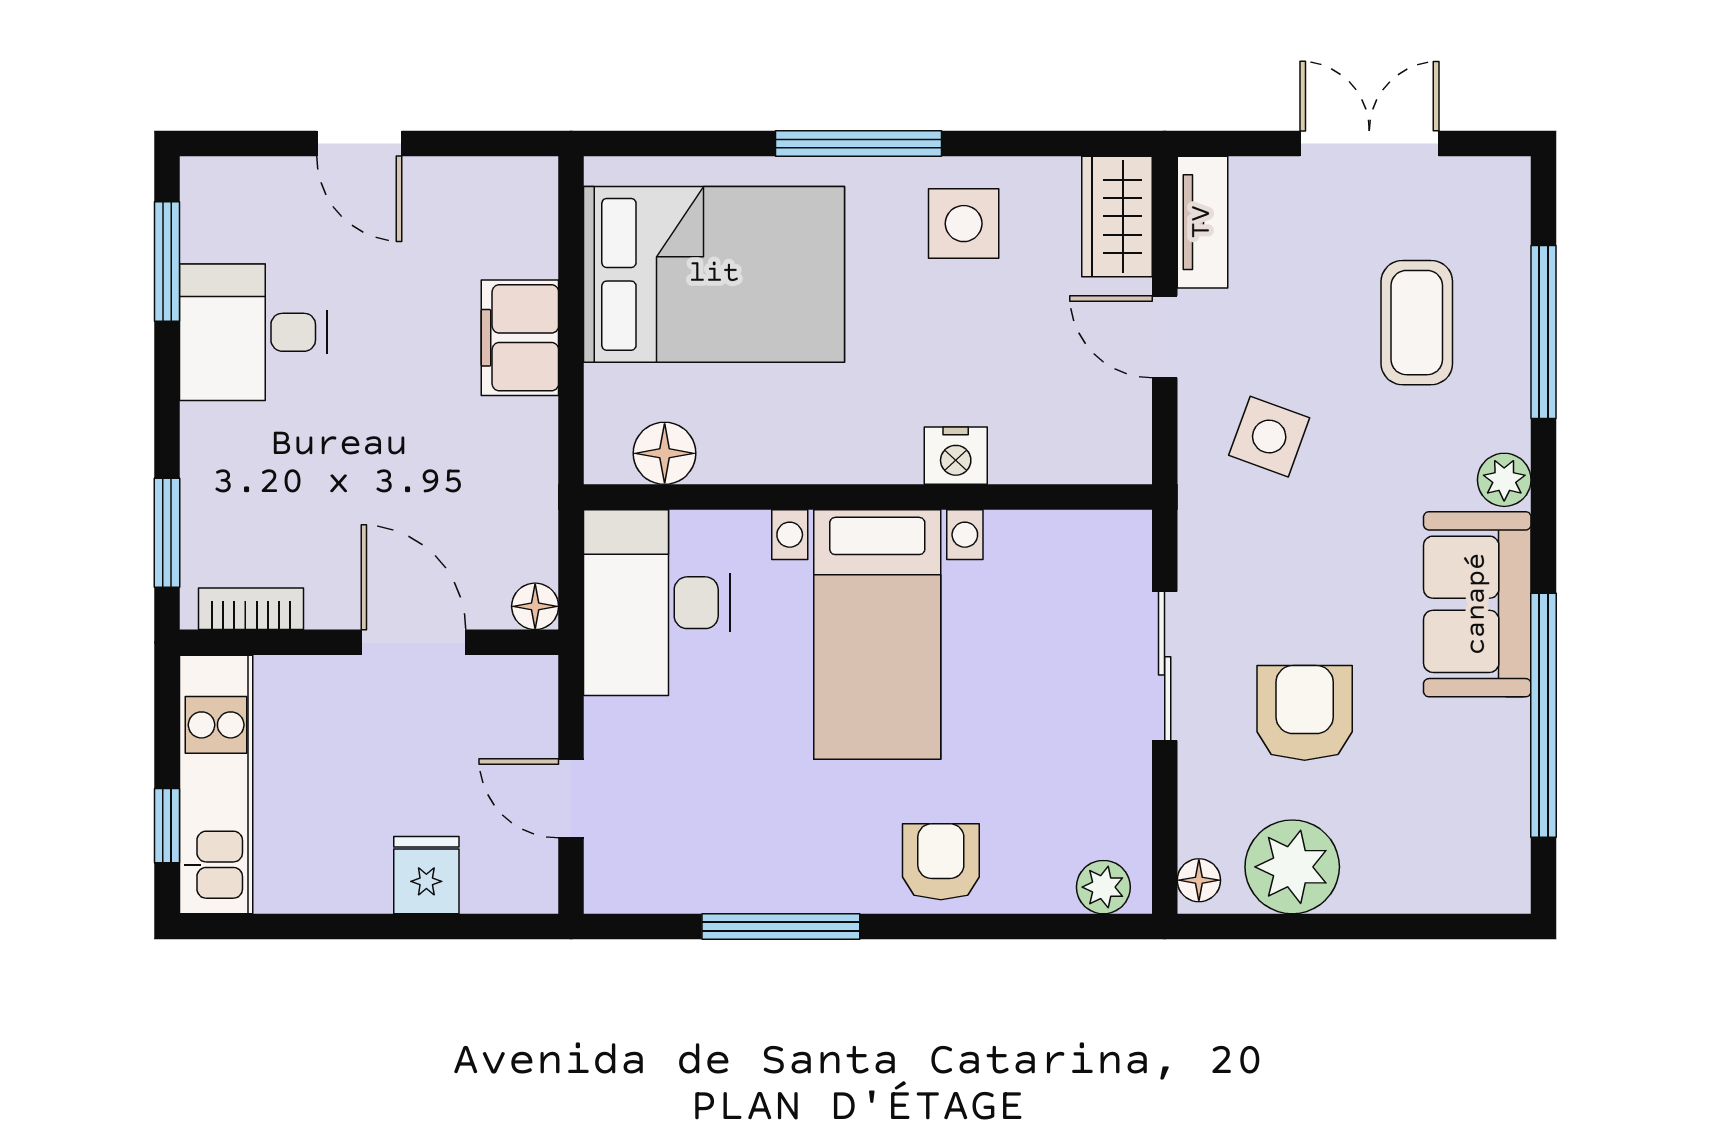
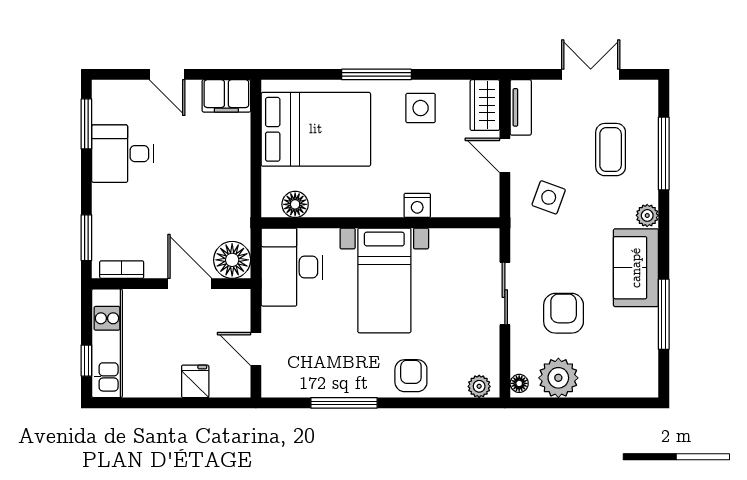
filing cabinet: (520, 338) -> (226, 96), moved, turned -90
floor lamp: (535, 606) -> (232, 260), width x1.89, depth x1.89
window: (1544, 715) -> (664, 314), width x0.68

